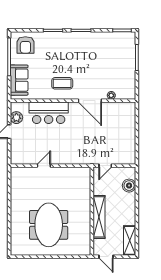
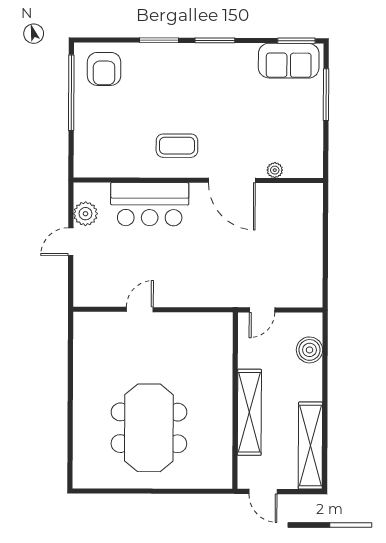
sofa: (19, 80) -> (289, 61), moved, turned 90
shelving: (130, 240) -> (310, 446), width x1.47

